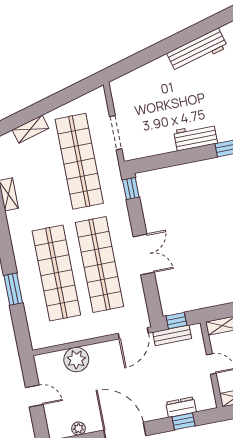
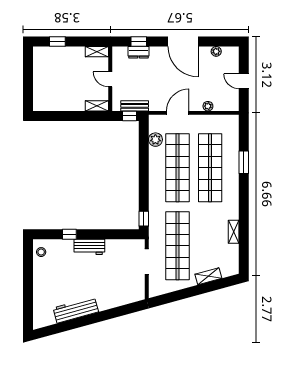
double door: (144, 254) -> (144, 169), removed
plant: (136, 296) -> (155, 140), added
door: (133, 333) -> (178, 113), moved
plant: (76, 360) -> (208, 106), width x0.53, depth x0.53

